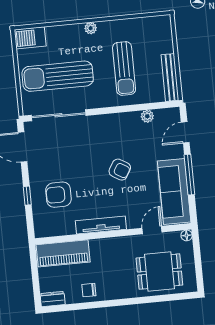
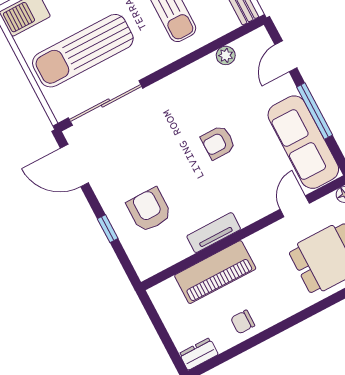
armchair: (120, 170) -> (218, 142), turned 149
armchair: (58, 195) -> (149, 210), turned 90
tv unit: (101, 225) -> (214, 233), width x0.71
piano: (63, 253) -> (215, 272), moved

